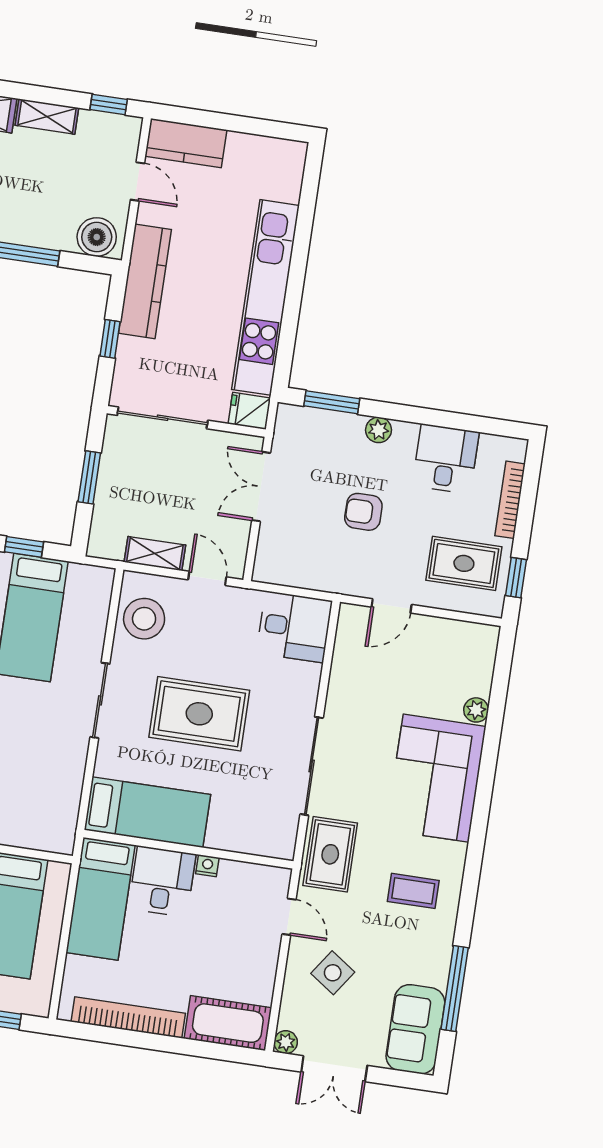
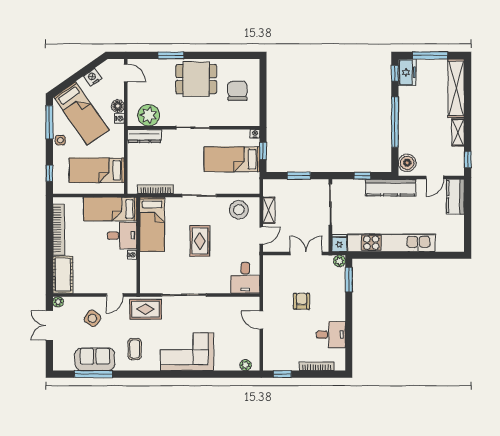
plant: (379, 430) -> (339, 261), moved
rug: (464, 563) -> (285, 350), removed
plant: (476, 710) -> (246, 365), moved
rug: (199, 714) -> (200, 241), width x0.73, depth x0.70
bookcase: (72, 793) -> (156, 189), added
sofa: (415, 1029) -> (95, 359), moved

